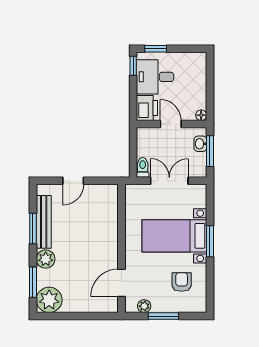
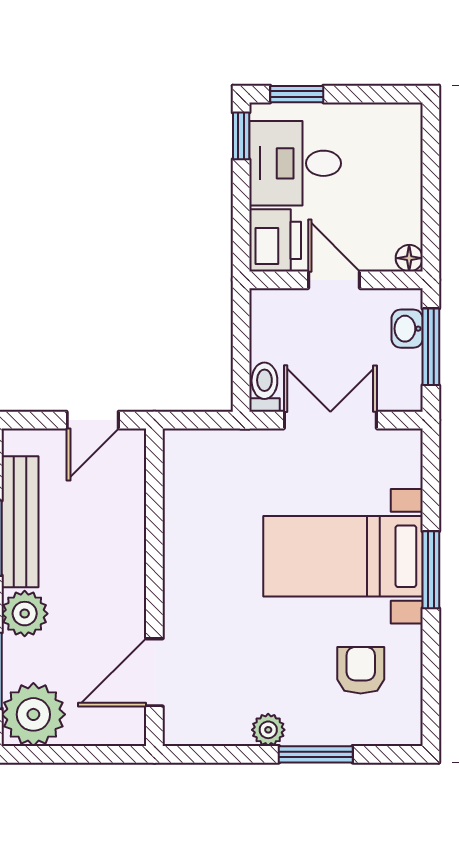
wall: (121, 248) -> (154, 587), moved
door: (121, 283) -> (154, 672), moved

